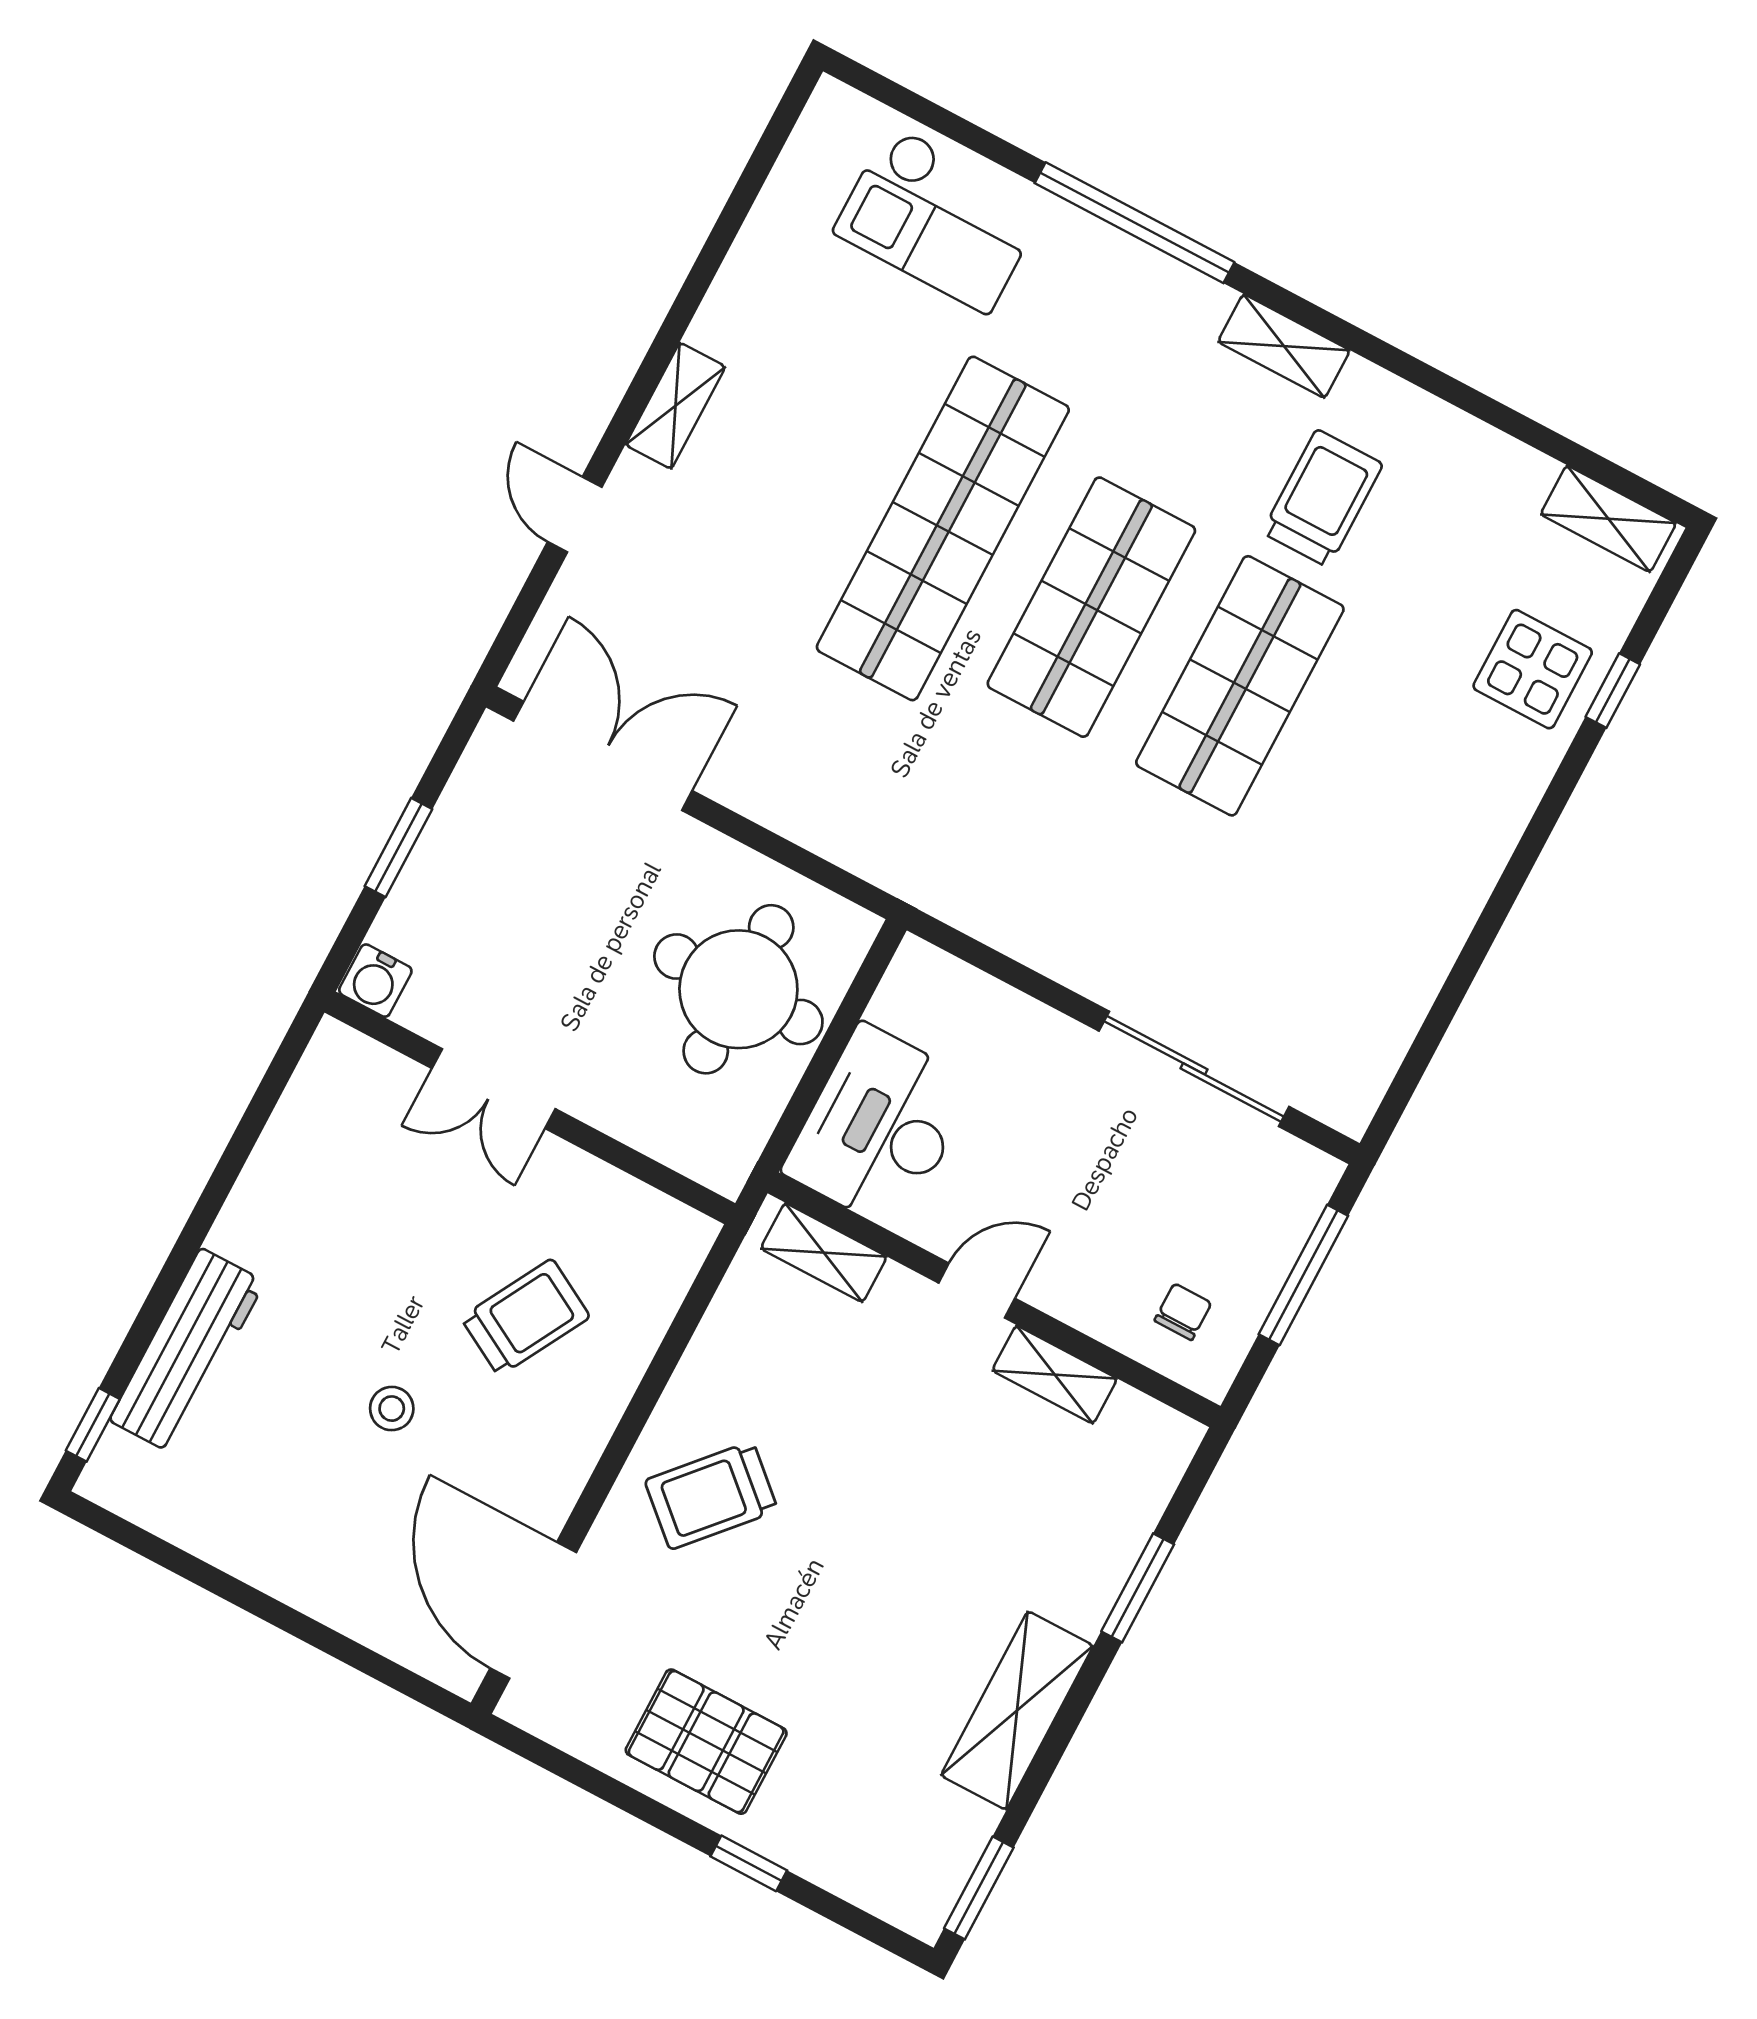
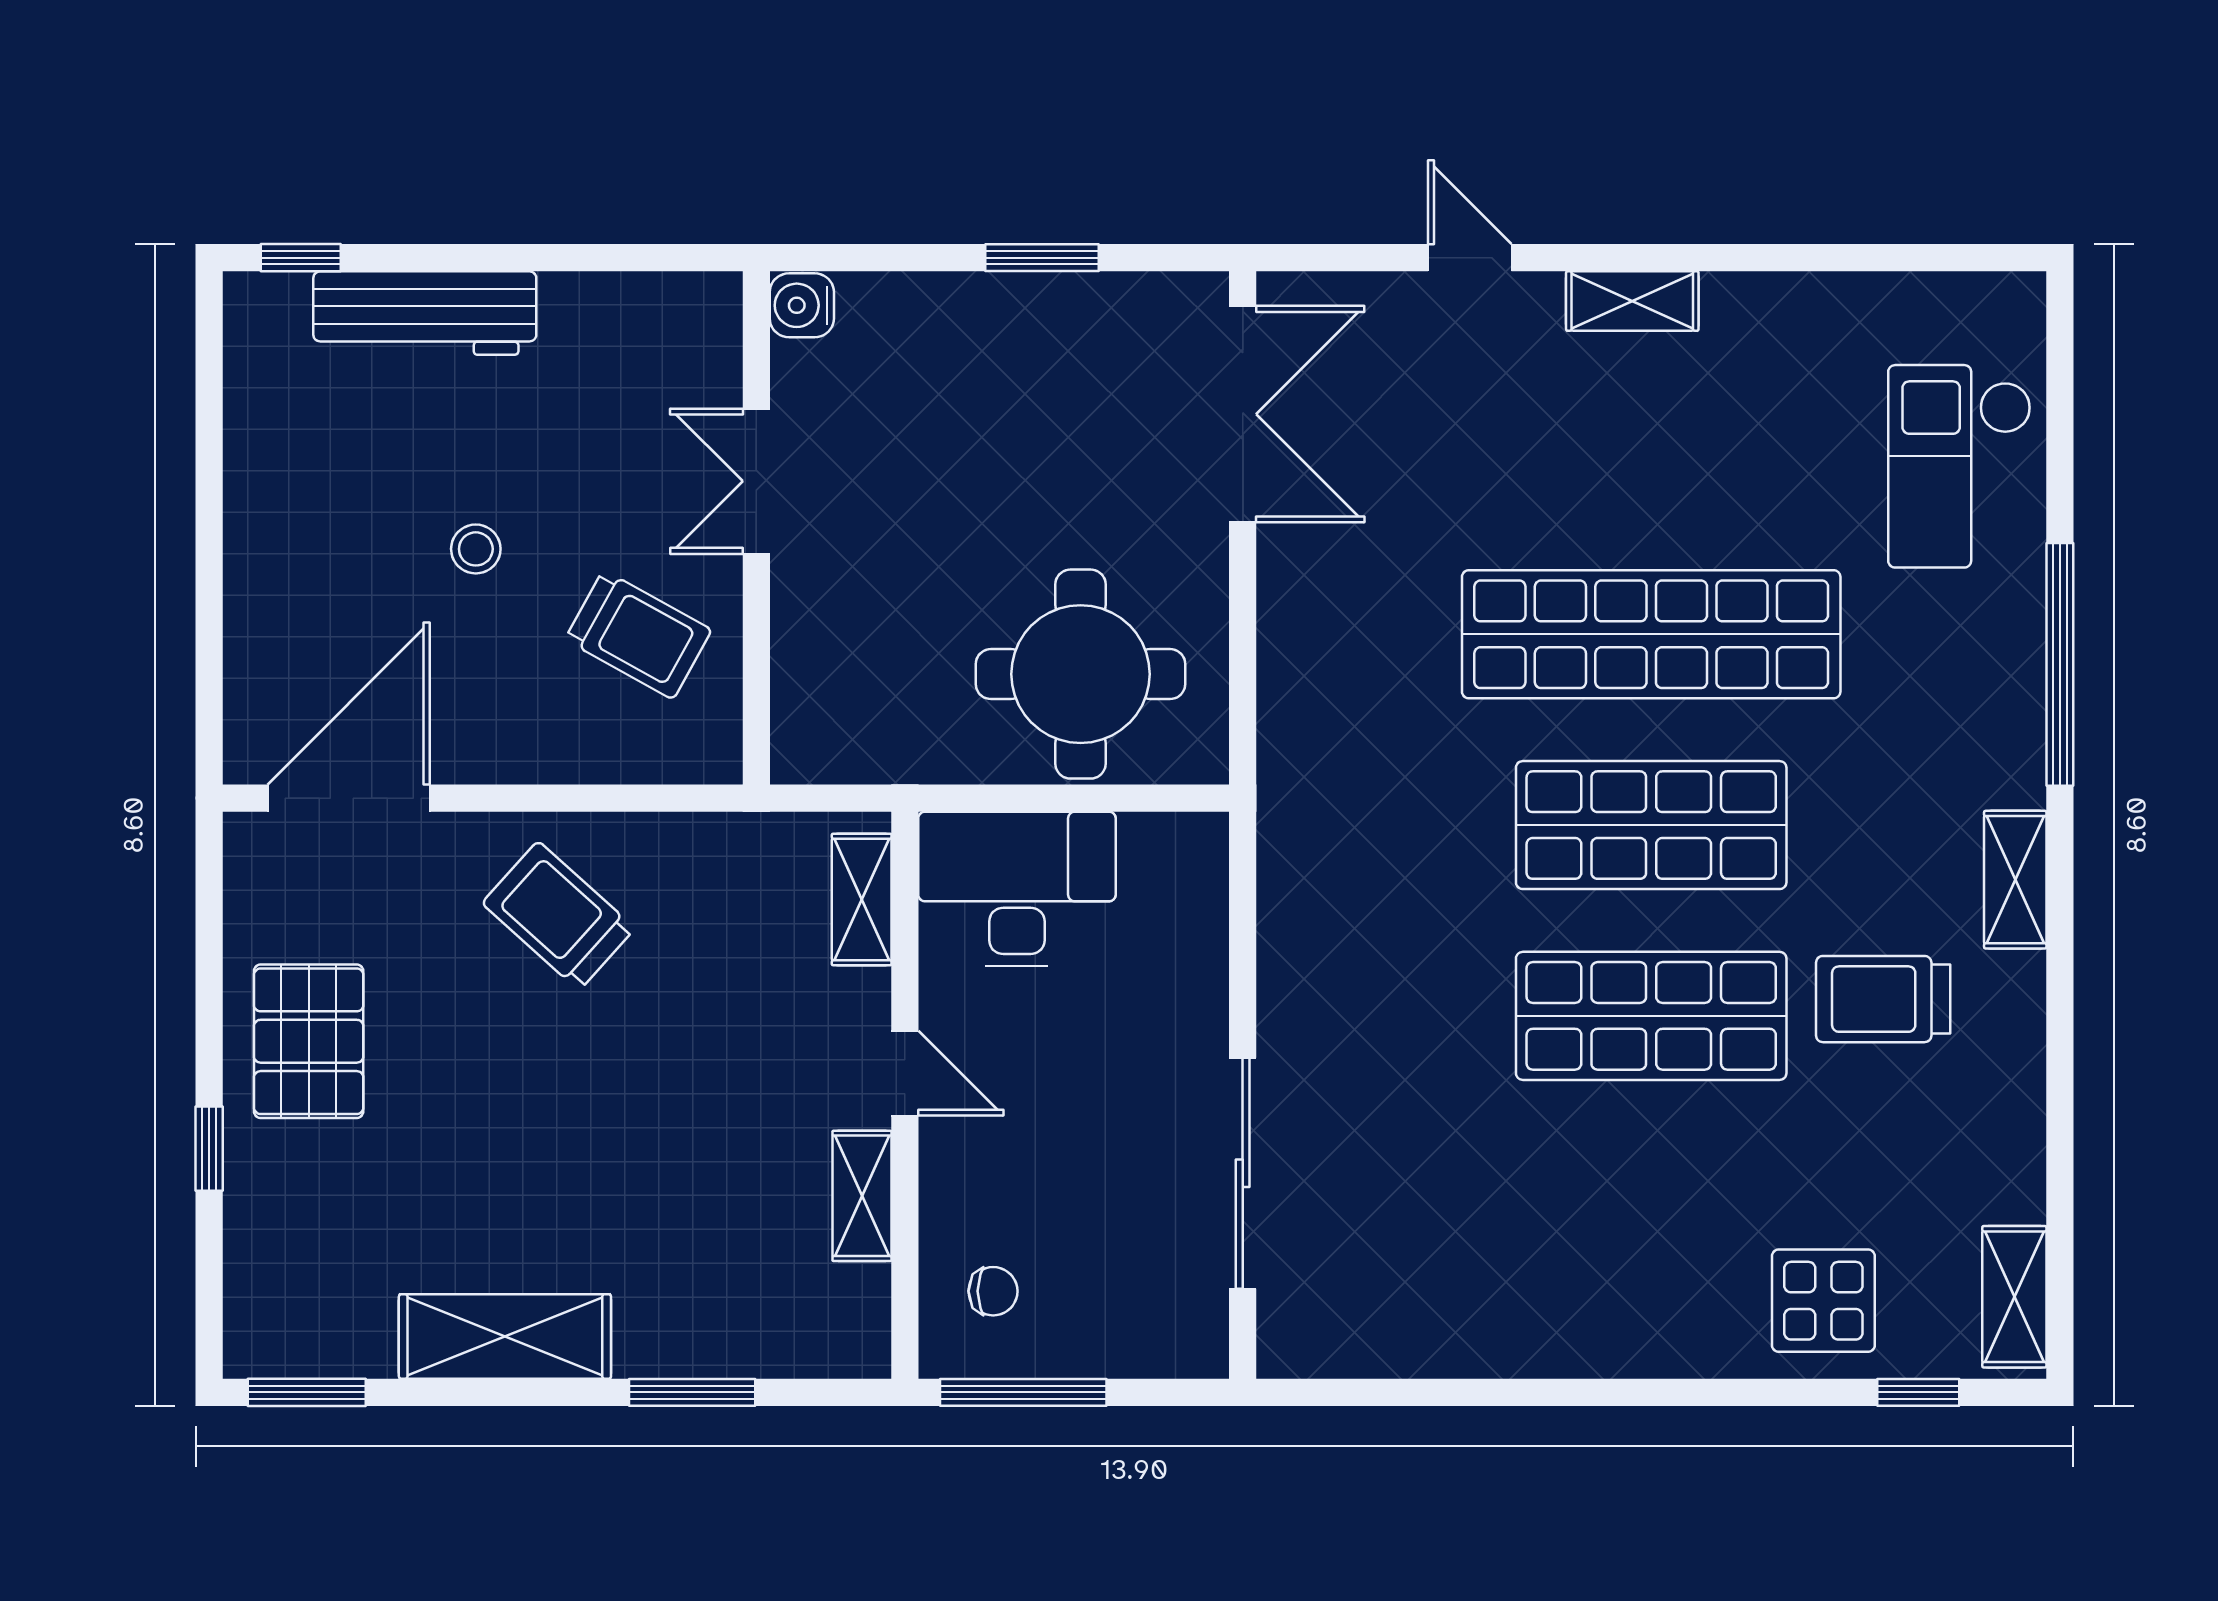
trolley: (1322, 498) -> (1883, 999), turned 180
door: (575, 514) -> (1470, 258), hinge flipped
window: (1613, 691) -> (1918, 1392), moved
water cooler: (375, 981) -> (802, 305), moved
double door: (494, 1089) -> (756, 481), moved
wall: (530, 1108) -> (756, 528), moved
window: (1303, 1275) -> (1023, 1392), moved

